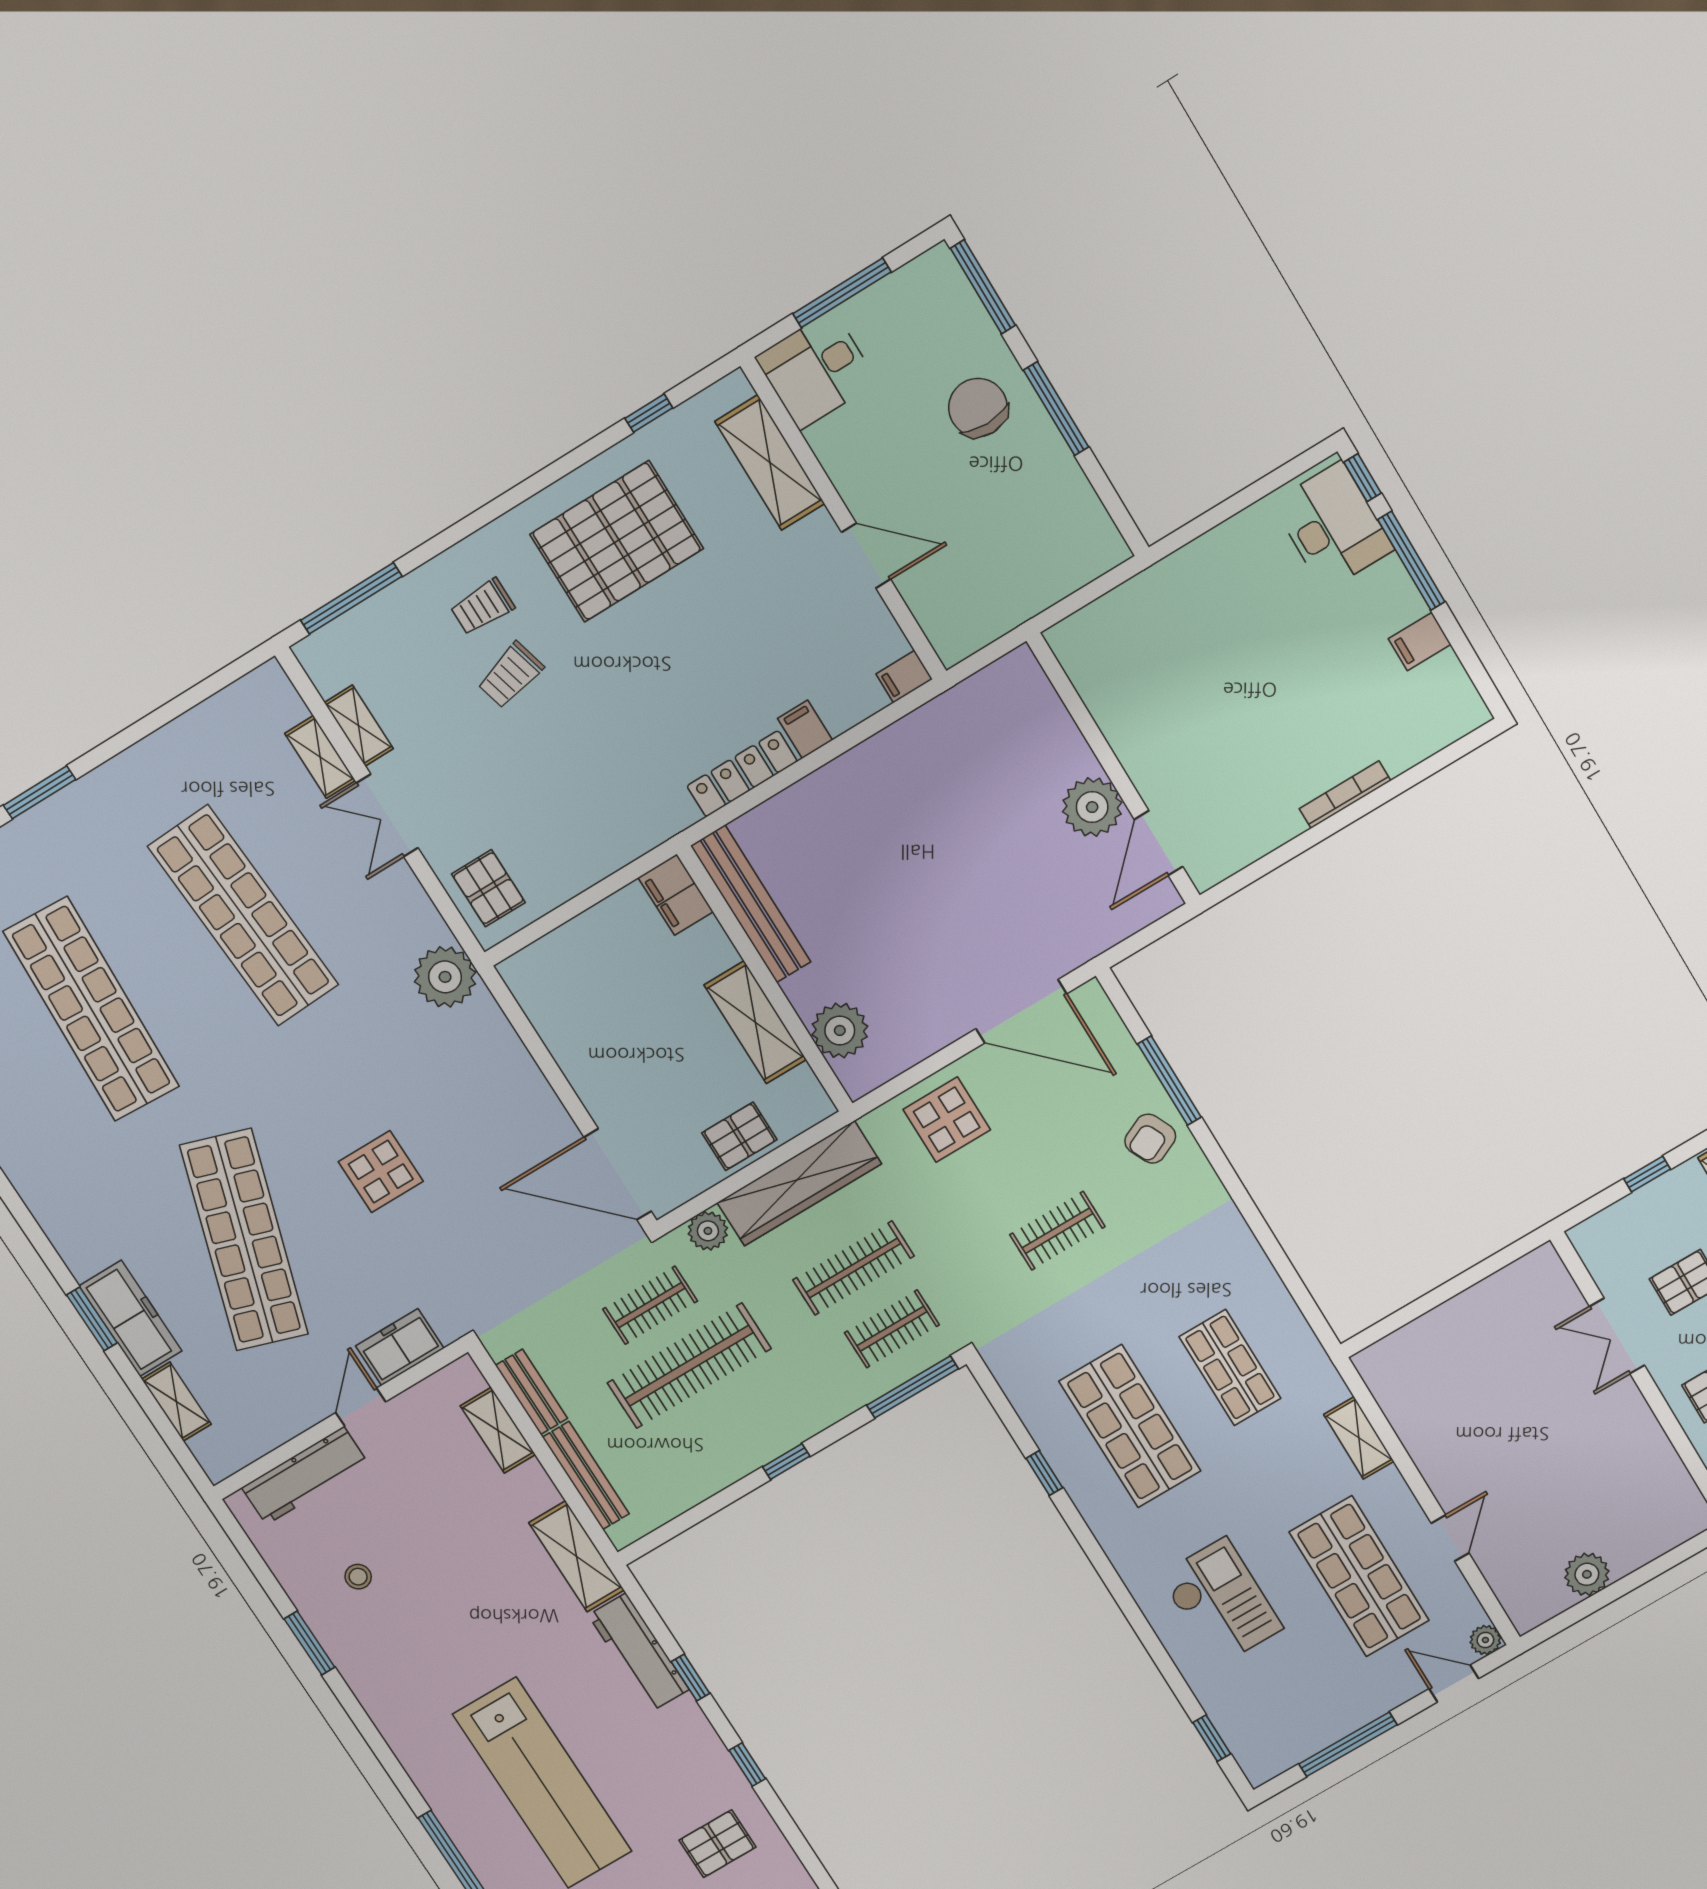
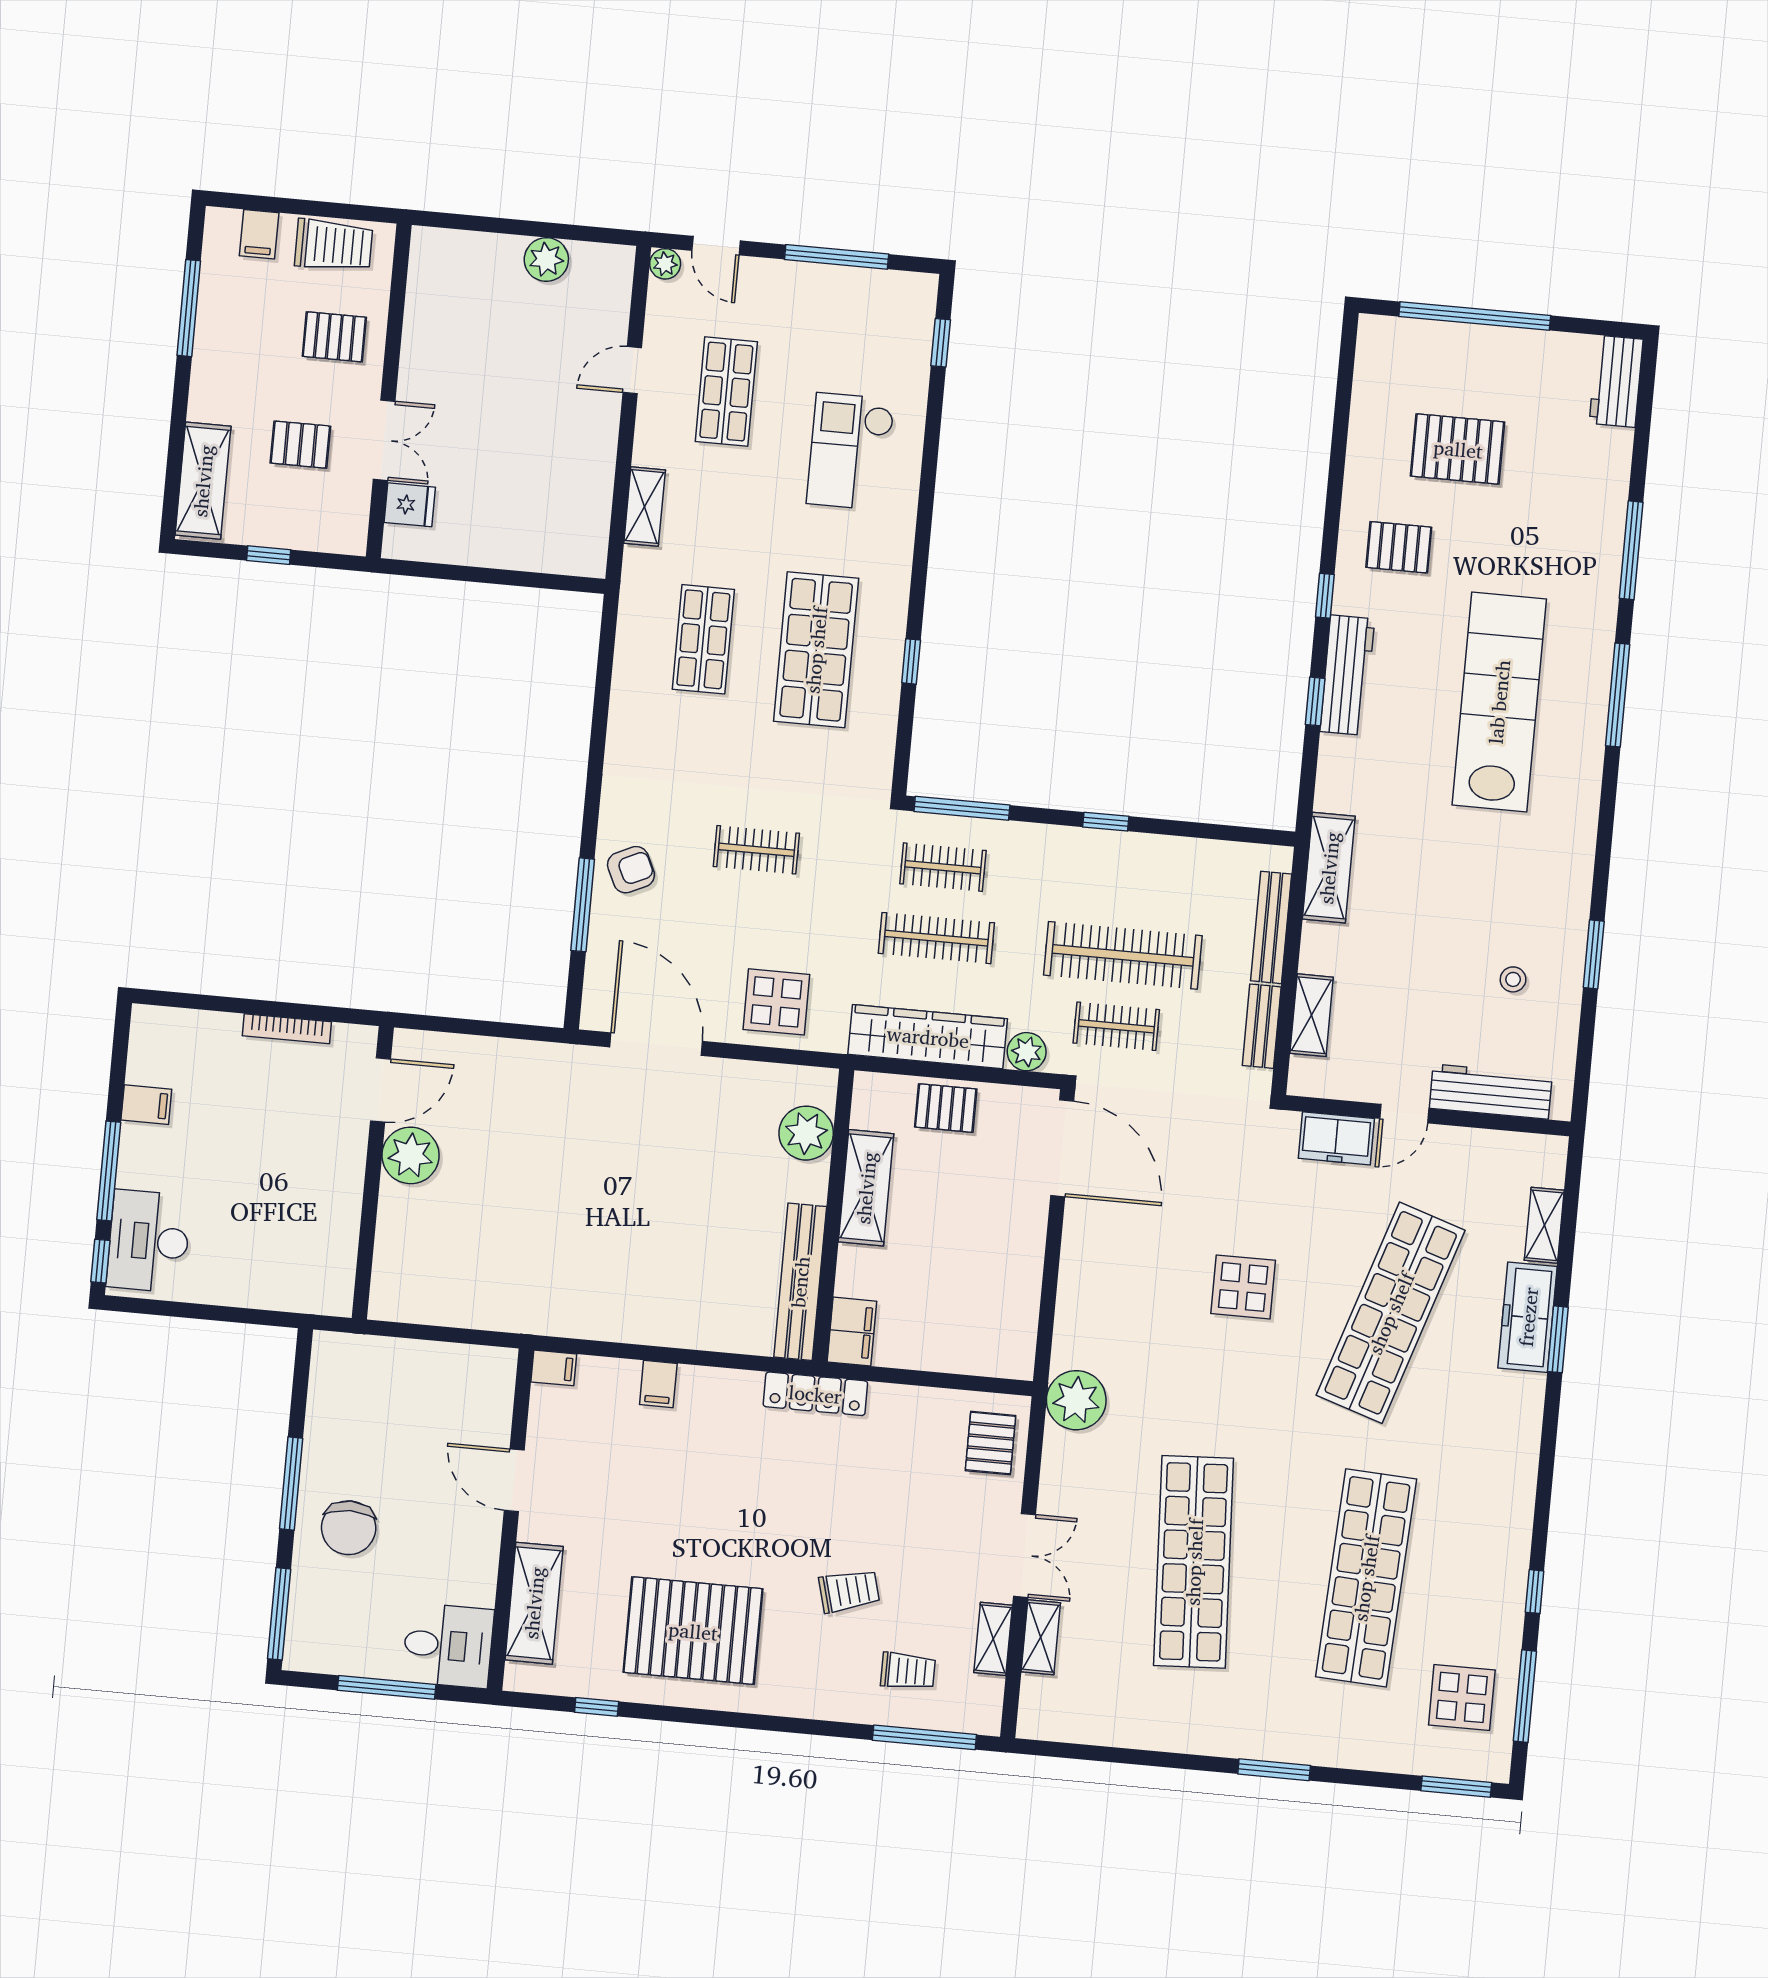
trolley: (482, 607) -> (908, 1671), moved
wall: (1113, 769) -> (373, 1173), moved
locker: (742, 774) -> (815, 1394), moved
plant: (1092, 807) -> (411, 1155), moved
door: (1159, 843) -> (381, 1090), moved
fridge: (1557, 1300) -> (410, 505), added
shop shelf: (1359, 1576) -> (726, 392), width x0.70, depth x0.74
workbench: (639, 1652) -> (1347, 675), moved

